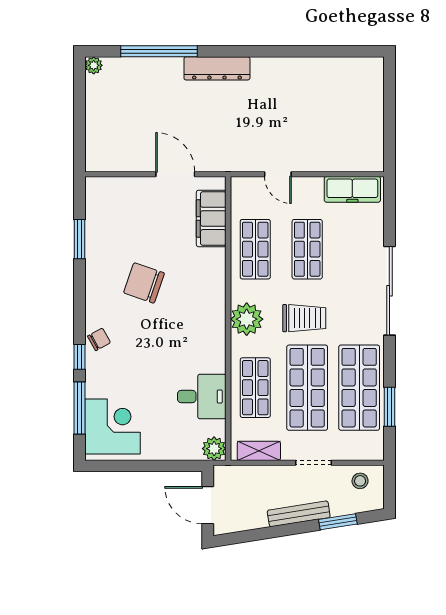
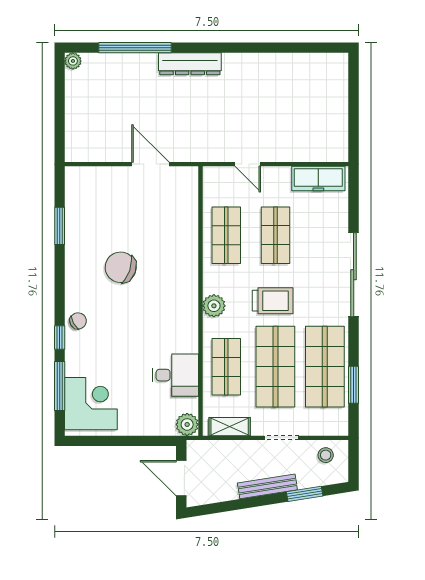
filing cabinet: (211, 218) -> (184, 206), removed
plant: (247, 319) -> (214, 306), width x0.73, depth x0.73

